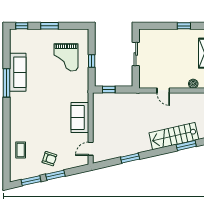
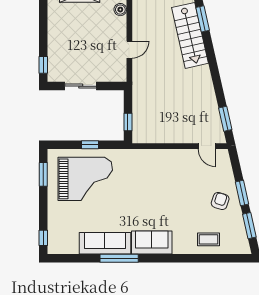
window: (49, 26) -> (43, 174), moved
window: (184, 26) -> (43, 65), moved
grand piano: (66, 57) -> (85, 179), width x1.37, depth x1.48
sofa: (80, 117) -> (152, 242), moved, turned 180
window: (130, 158) -> (225, 119), moved

